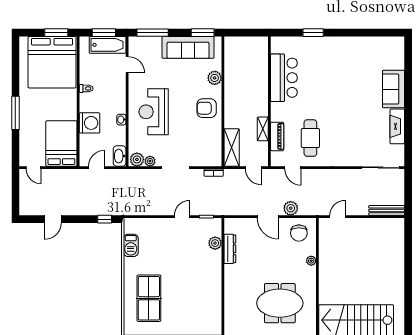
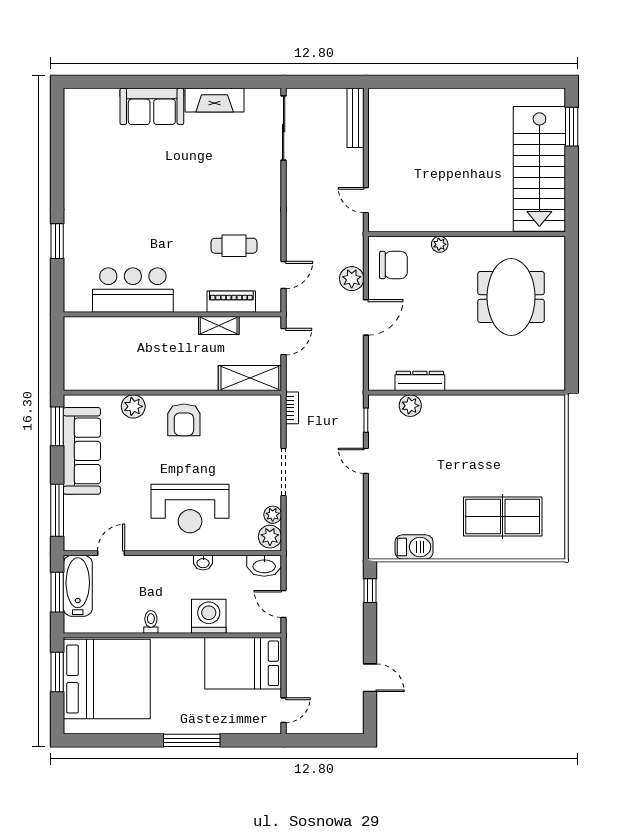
cafe table: (310, 138) -> (234, 246), width x0.73, depth x0.74

